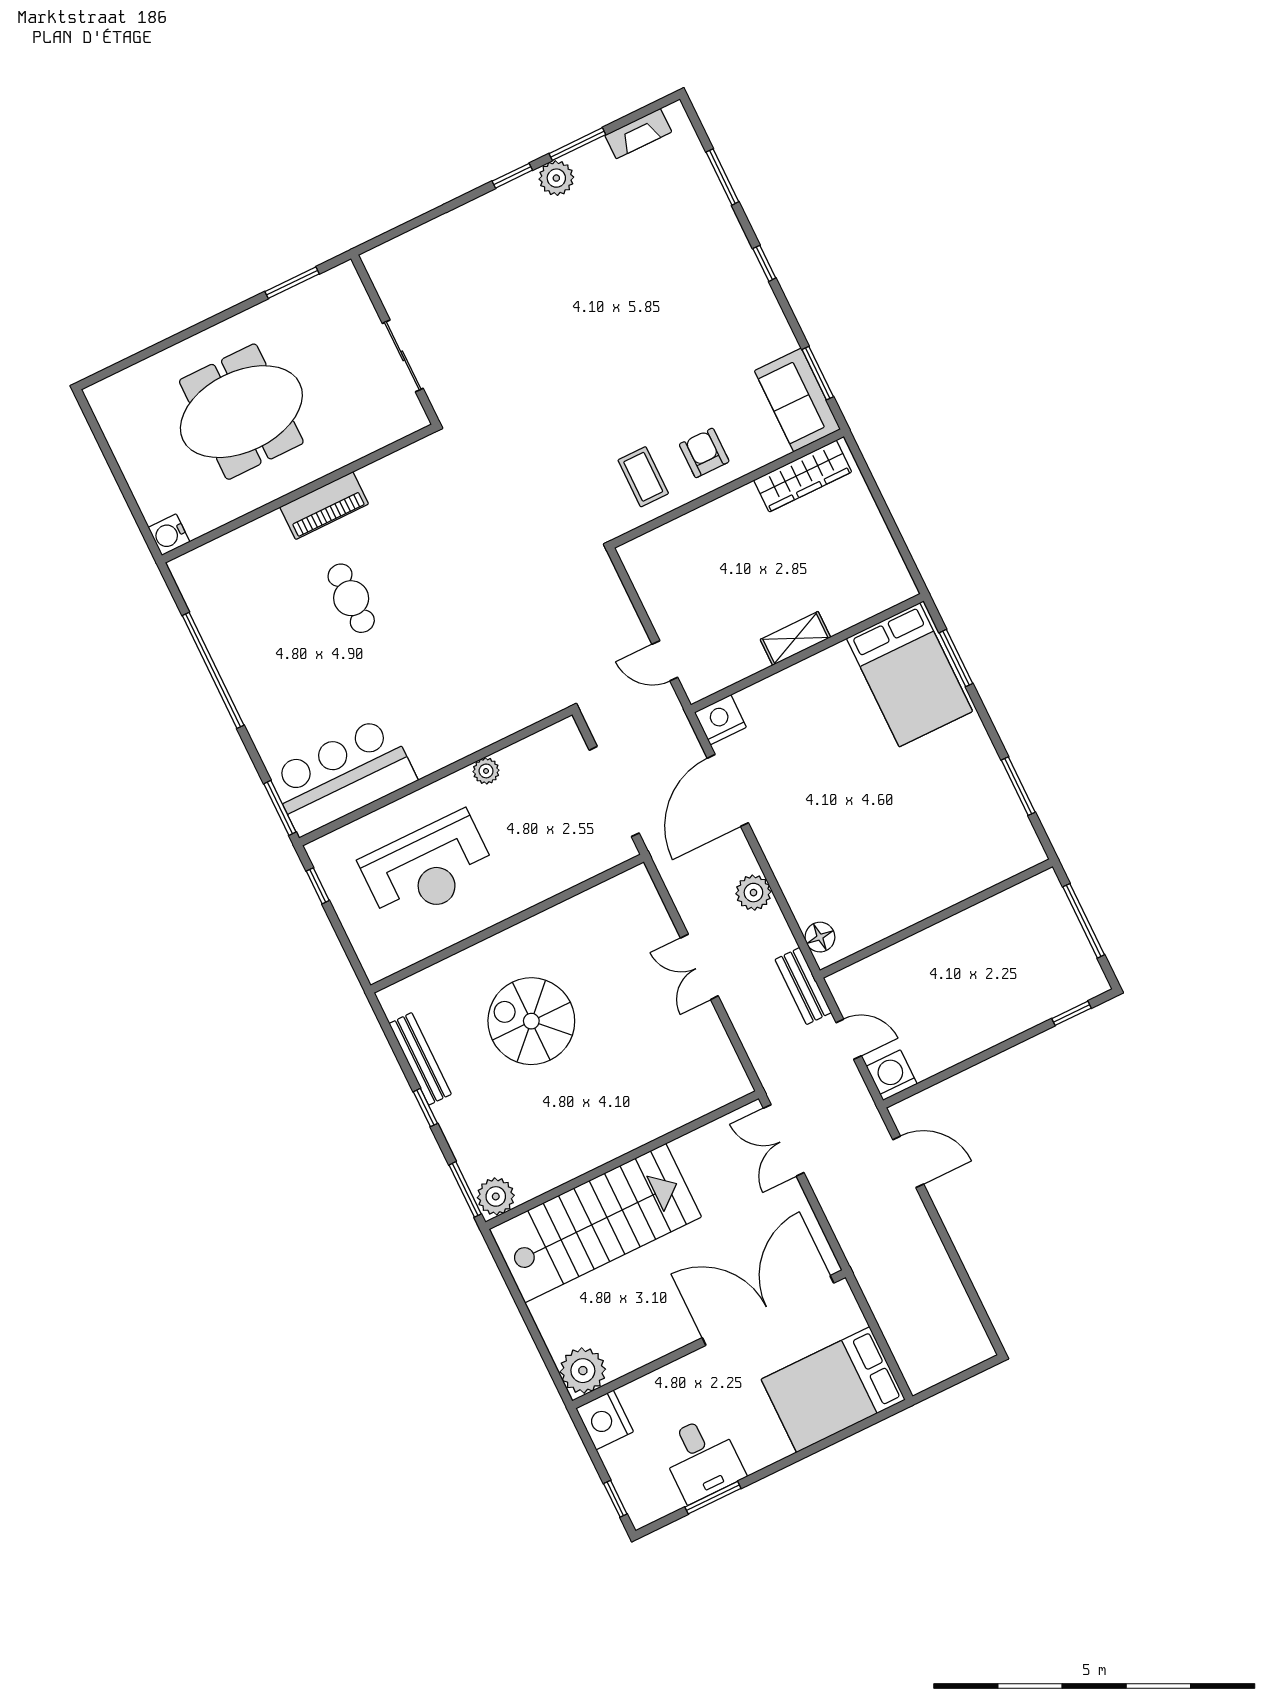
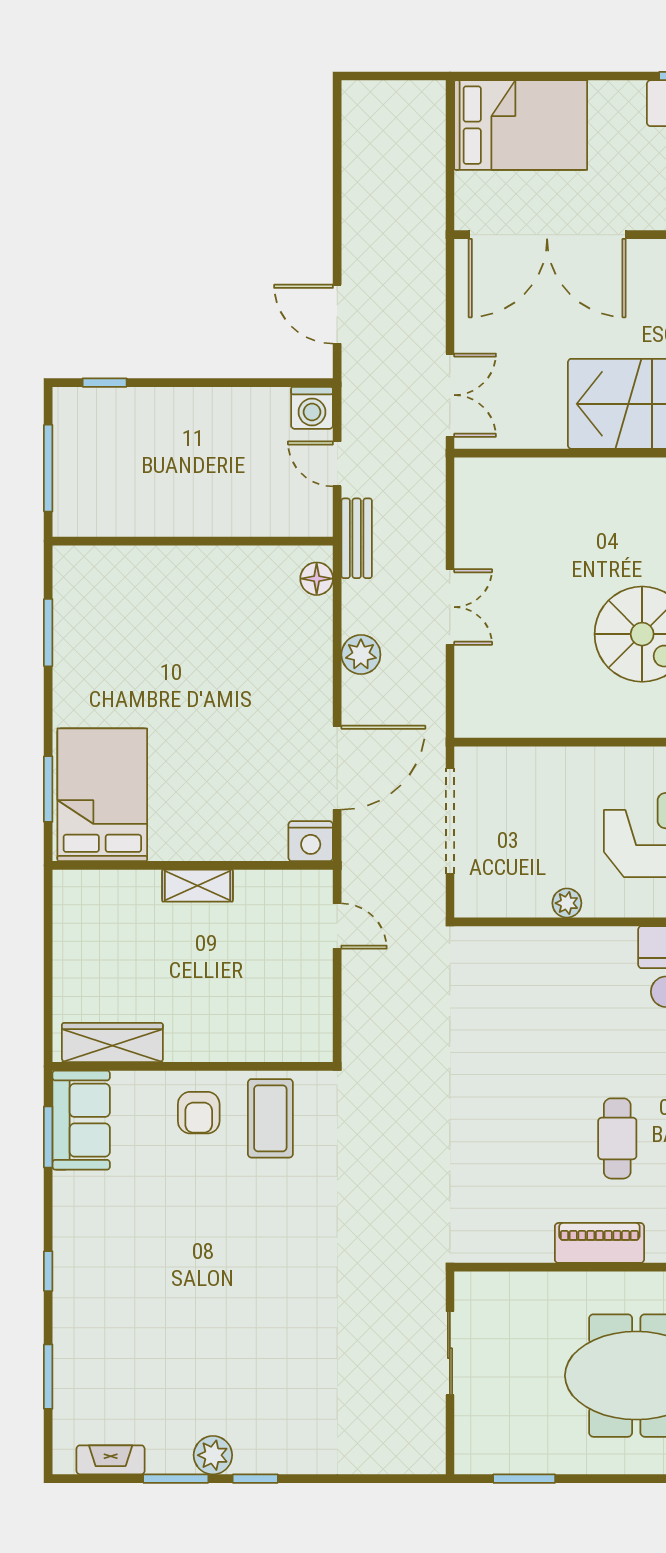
coffee table: (643, 477) -> (270, 1118), width x1.36, depth x1.30

